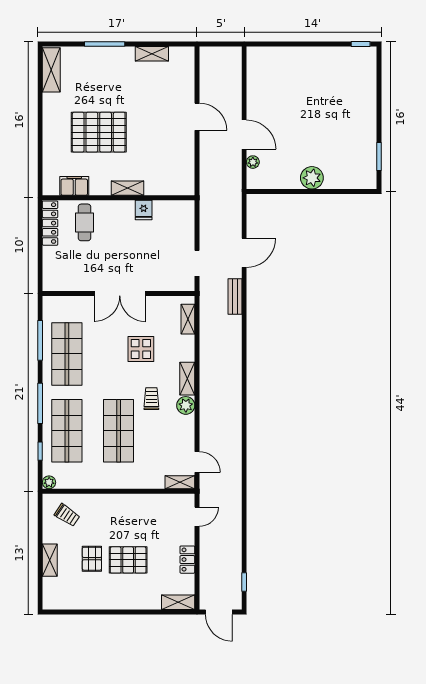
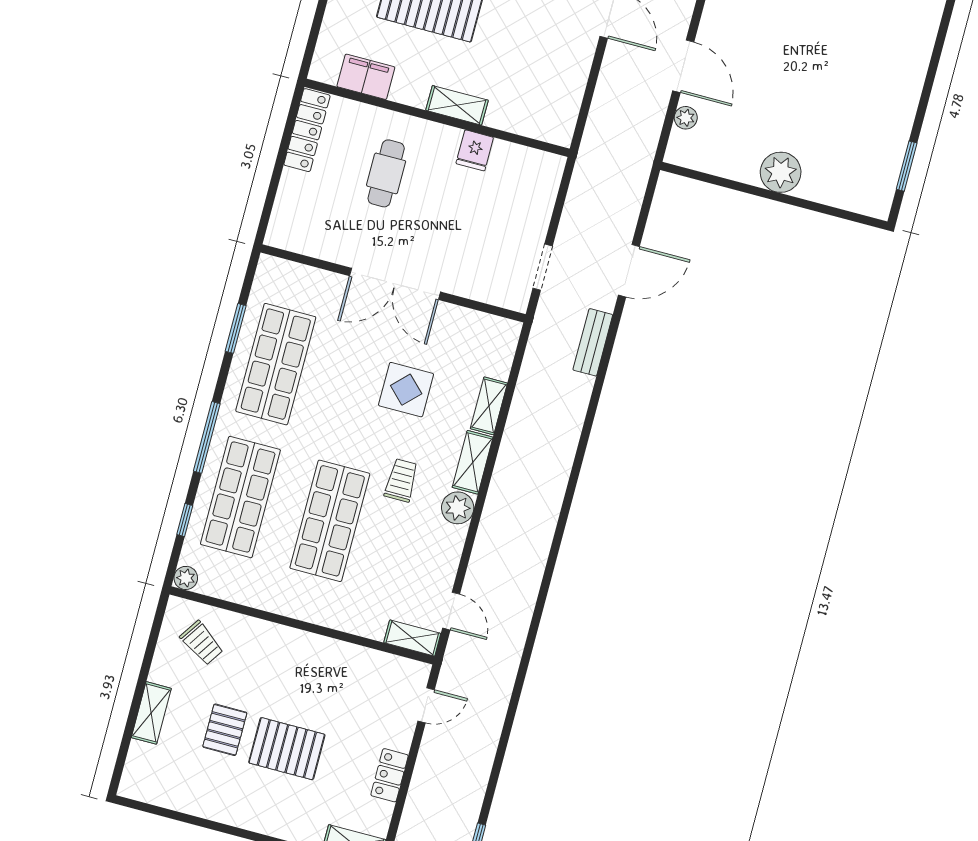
cafe table: (84, 222) -> (386, 173), moved
shelving: (188, 319) -> (489, 406), moved
window: (40, 340) -> (236, 328), width x0.69

